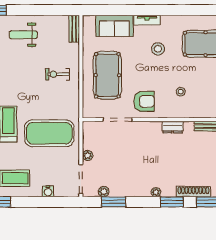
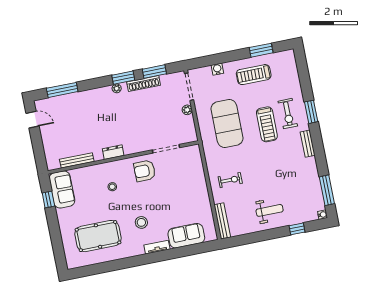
bench: (74, 29) -> (222, 221), width x1.36
pool table: (107, 75) -> (184, 188), removed
exercise mat: (49, 133) -> (227, 124), turned 90
plant: (104, 192) -> (165, 79), removed
shoe rack: (193, 192) -> (144, 84), moved
window: (172, 202) -> (123, 78), moved

